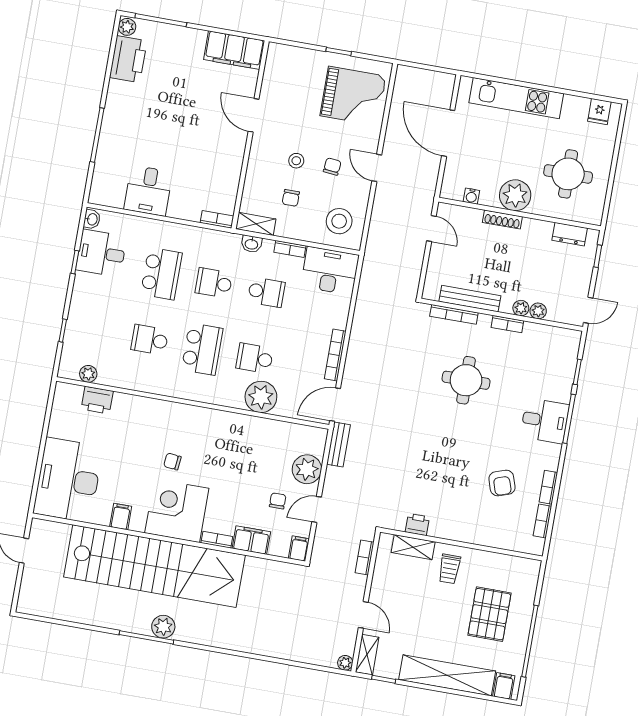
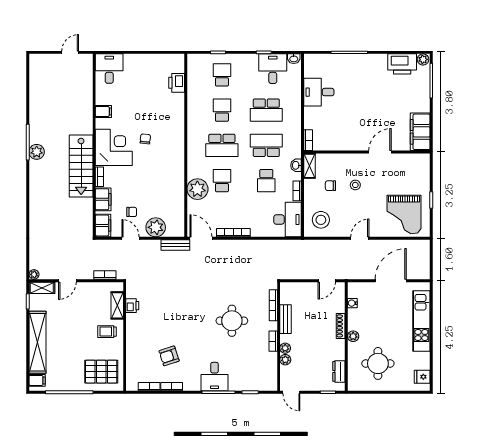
chair: (332, 167) -> (356, 209), removed
plant: (515, 195) -> (353, 336), width x0.53, depth x0.53
school desk: (214, 283) -> (266, 145), width x1.85
bench: (470, 299) -> (285, 319), width x0.73
school desk: (97, 331) -> (222, 75), added
plant: (88, 374) -> (193, 74), removed
desk: (68, 480) -> (109, 69), width x0.53, depth x0.77
filing cabinet: (299, 549) -> (103, 225), width x2.00
stairs: (154, 566) -> (81, 166), width x0.54, depth x0.66
pallet: (489, 614) -> (101, 372), moved

